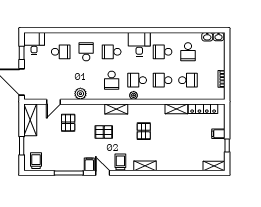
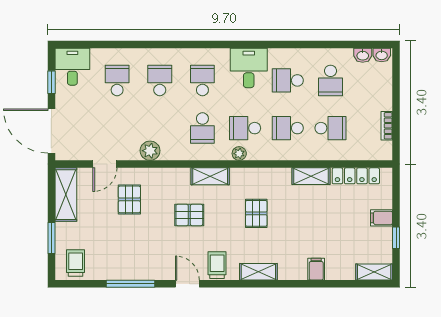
school desk: (61, 52) -> (117, 80), turned -90
school desk: (112, 52) -> (202, 80), turned 90
filing cabinet: (89, 164) -> (316, 269), moved

